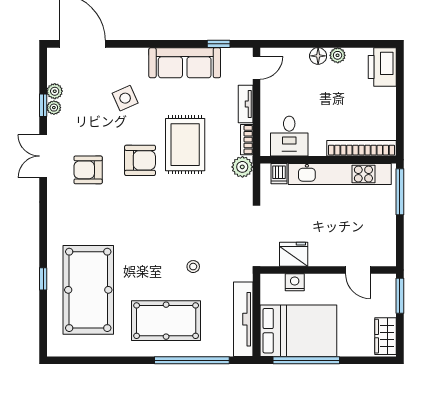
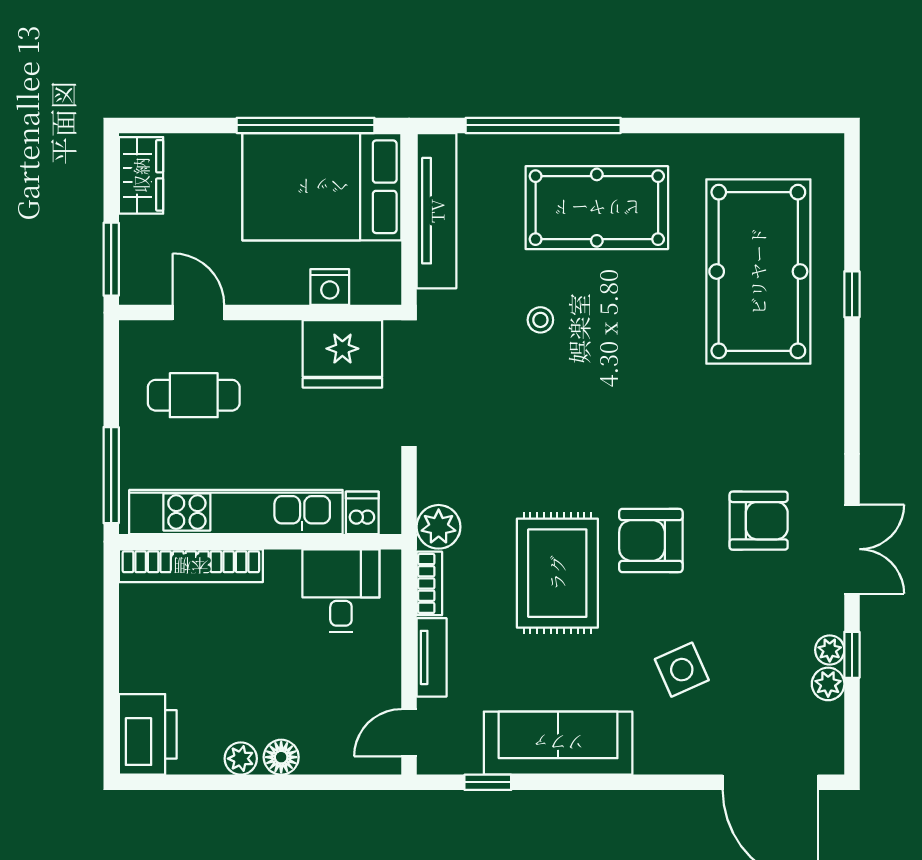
cafe table: (360, 230) -> (194, 395), added
fridge: (294, 254) -> (342, 354), width x1.36, depth x1.34

